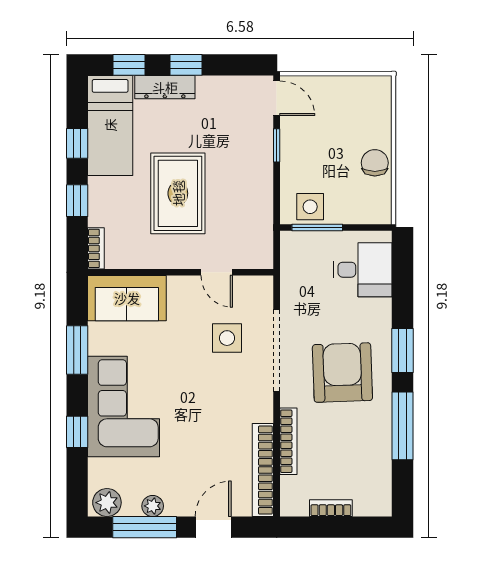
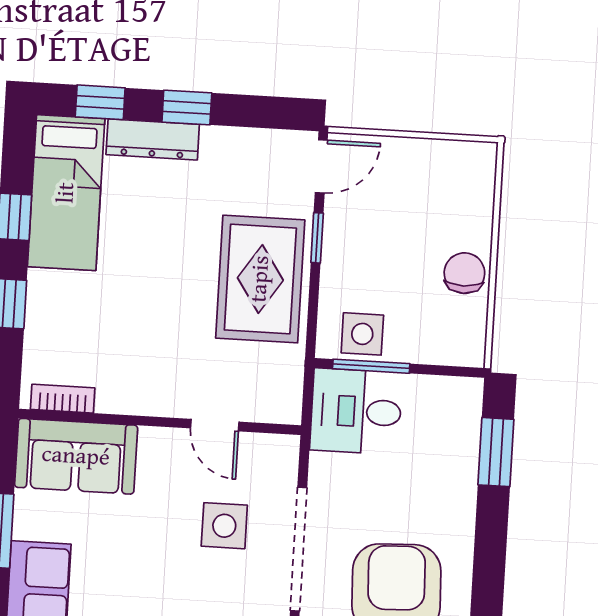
door: (277, 98) -> (321, 166), hinge flipped
rug: (178, 193) -> (260, 279), moved
bookcase: (96, 248) -> (63, 399), moved, turned -90
desk: (363, 270) -> (356, 411), moved, turned 180
window: (403, 351) -> (496, 452), moved

